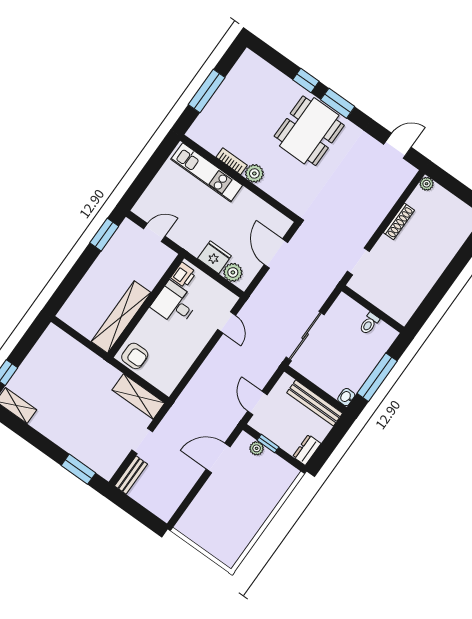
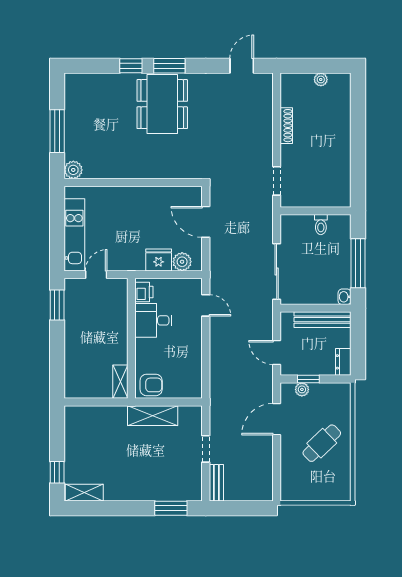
bookcase: (232, 161) -> (117, 173), removed
kitchen unit: (207, 172) -> (74, 235), moved, turned -90
plant: (254, 173) -> (73, 170), moved
plant: (427, 184) -> (321, 79), moved
shelving: (121, 317) -> (120, 382), width x0.45, depth x0.75
shelving: (138, 397) -> (153, 416), moved
cafe table: (241, 504) -> (322, 443), added

